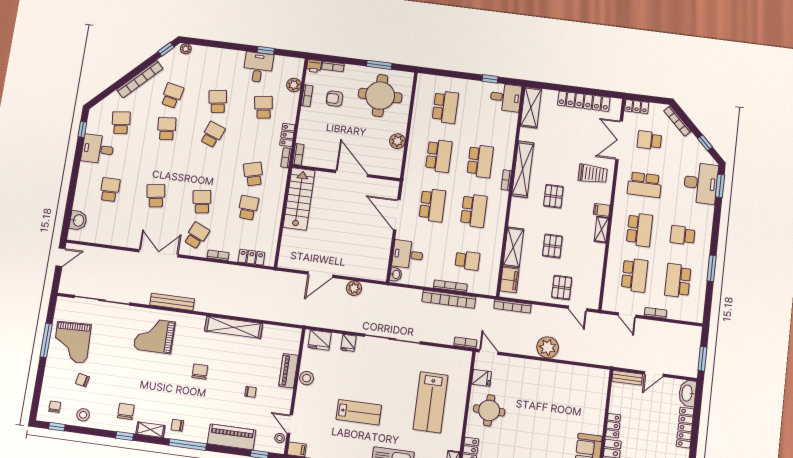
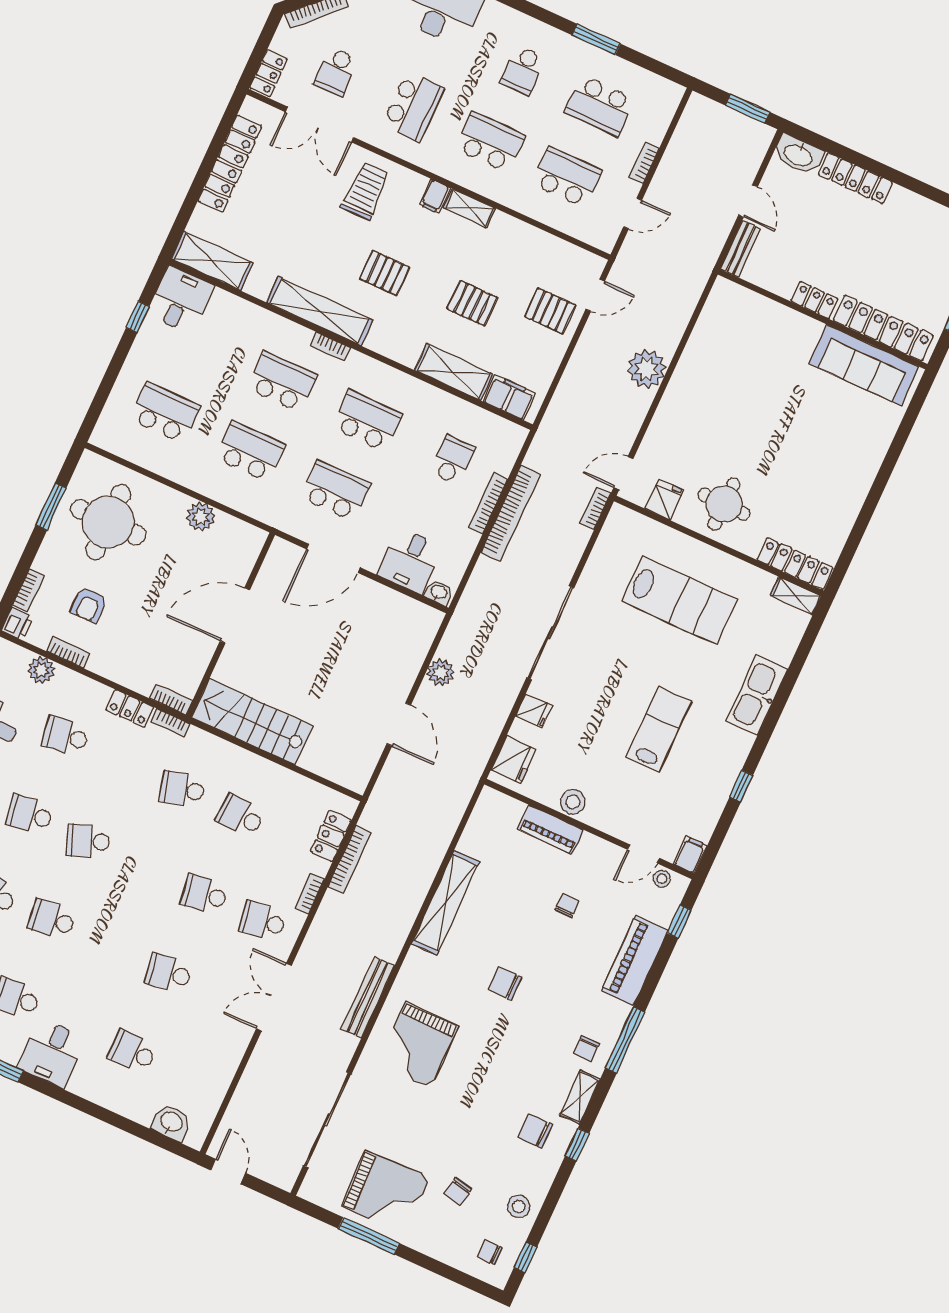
school desk: (213, 135) -> (88, 841), turned -42
school desk: (197, 236) -> (263, 921), turned -33
bookcase: (512, 306) -> (350, 860), moved

